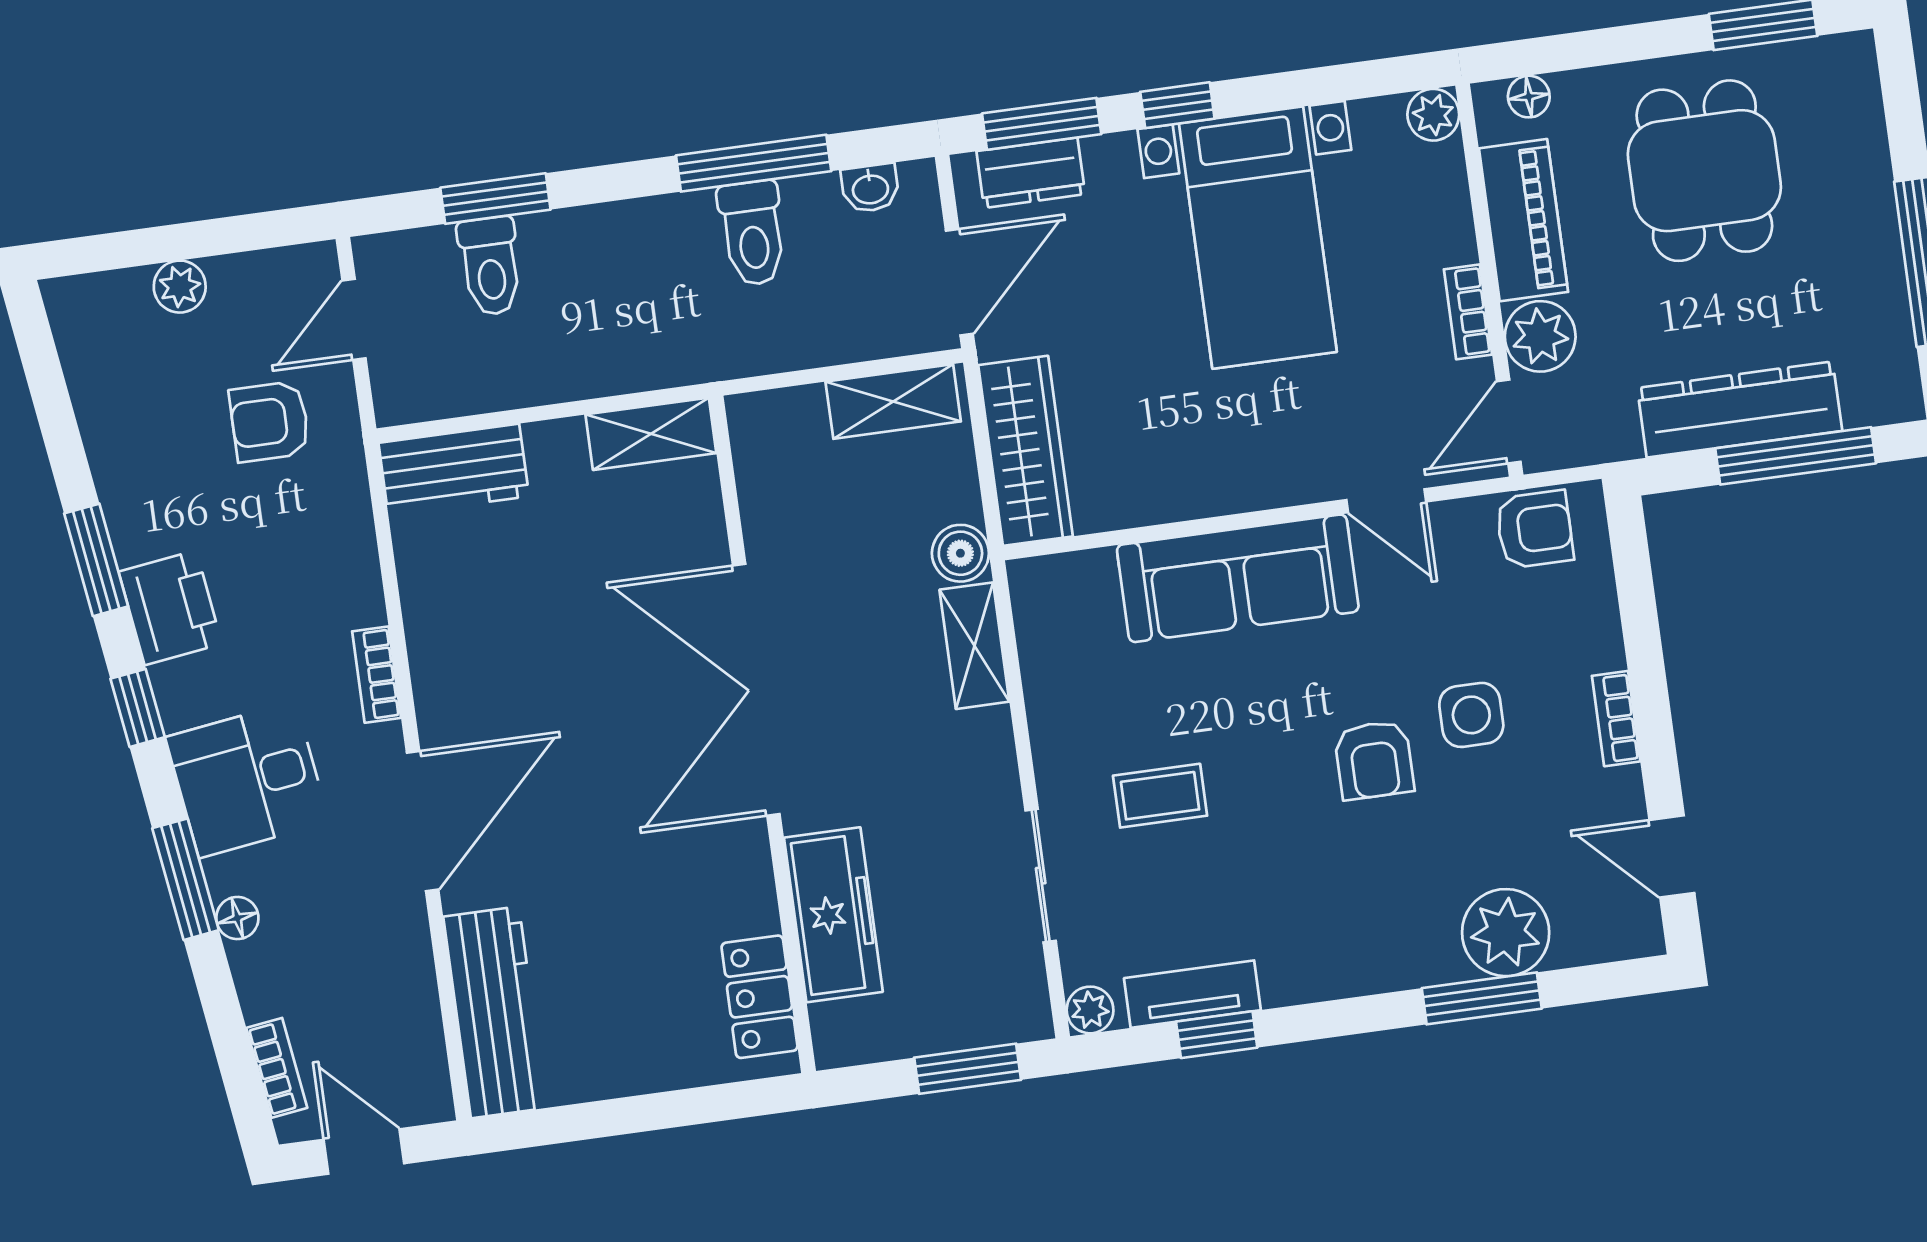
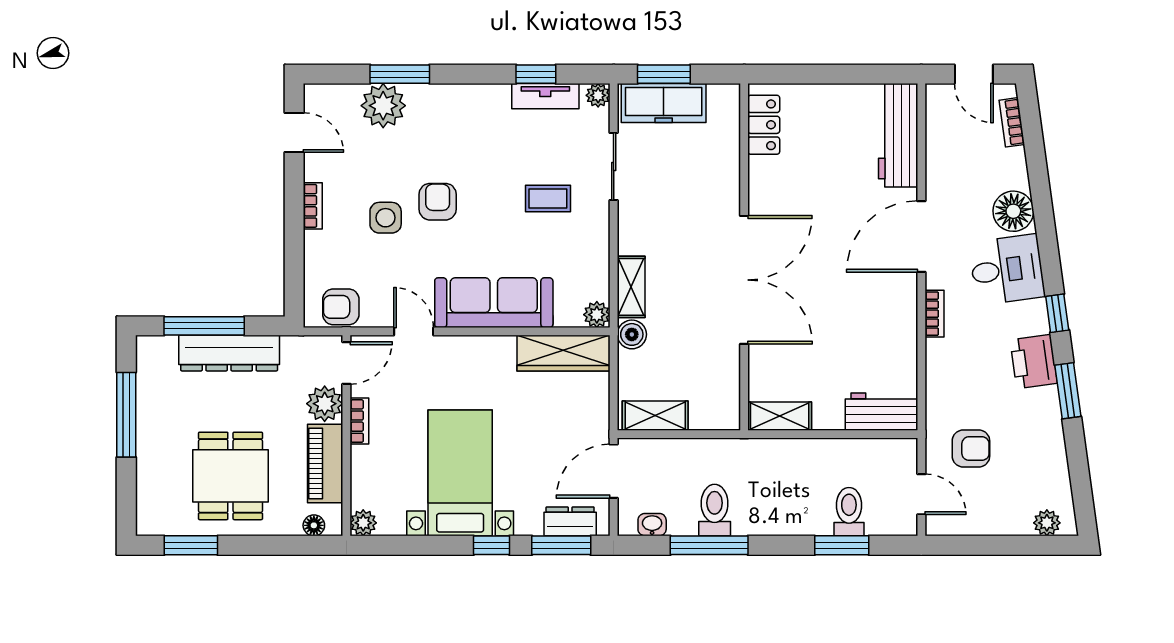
plant: (180, 287) -> (1047, 523), moved
door: (354, 319) -> (921, 494), hinge flipped
wardrobe: (1025, 451) -> (564, 353), moved, turned -90
plant: (1034, 583) -> (597, 315), added
window: (186, 879) -> (1045, 224), removed
freezer: (833, 915) -> (664, 103), moved, turned -90
floor lamp: (237, 918) -> (1013, 211), width x1.89, depth x1.89

